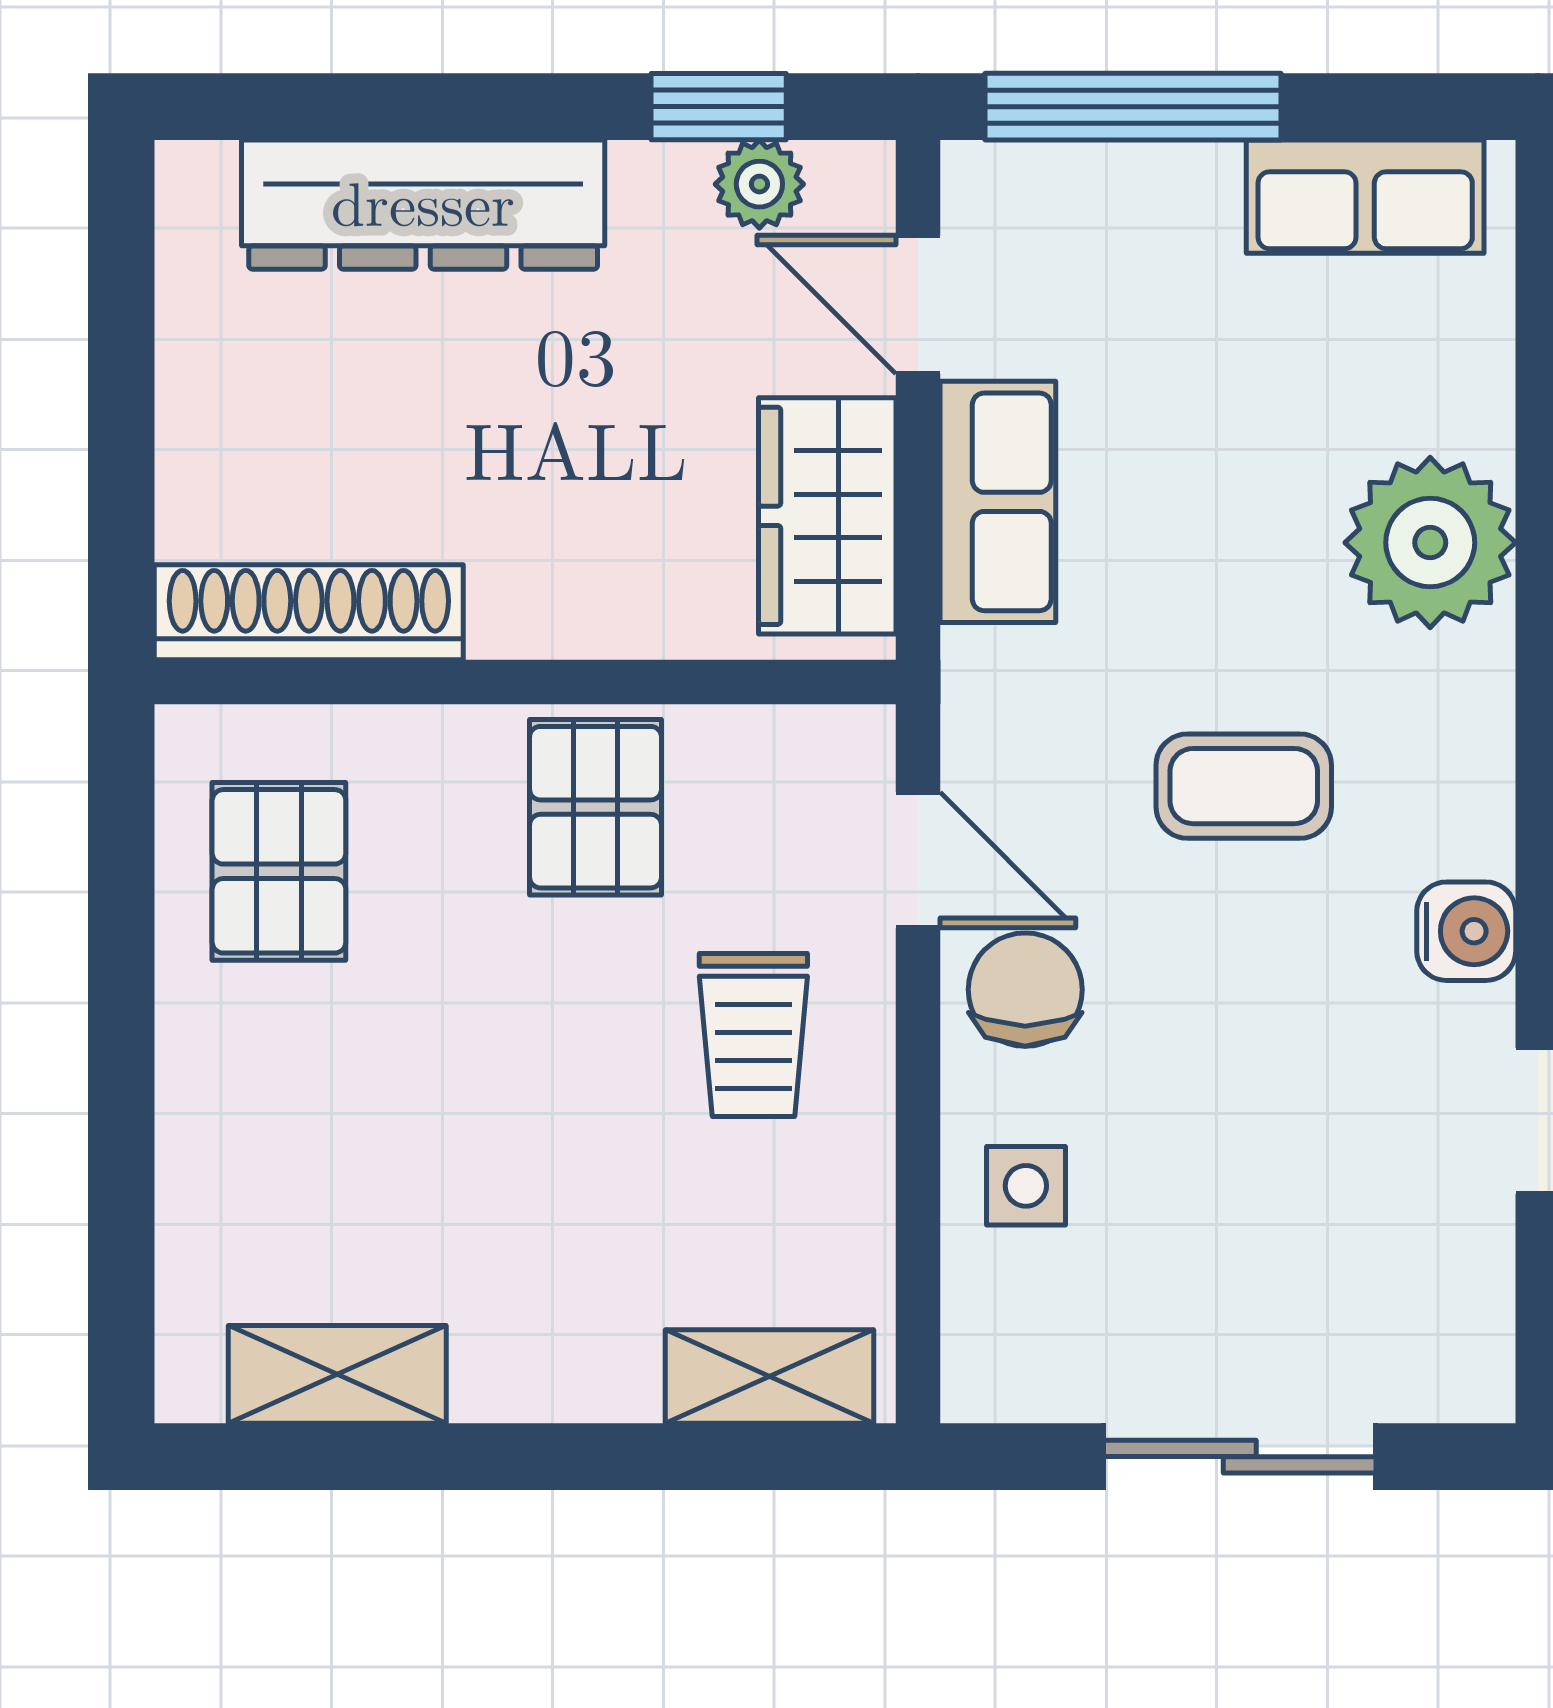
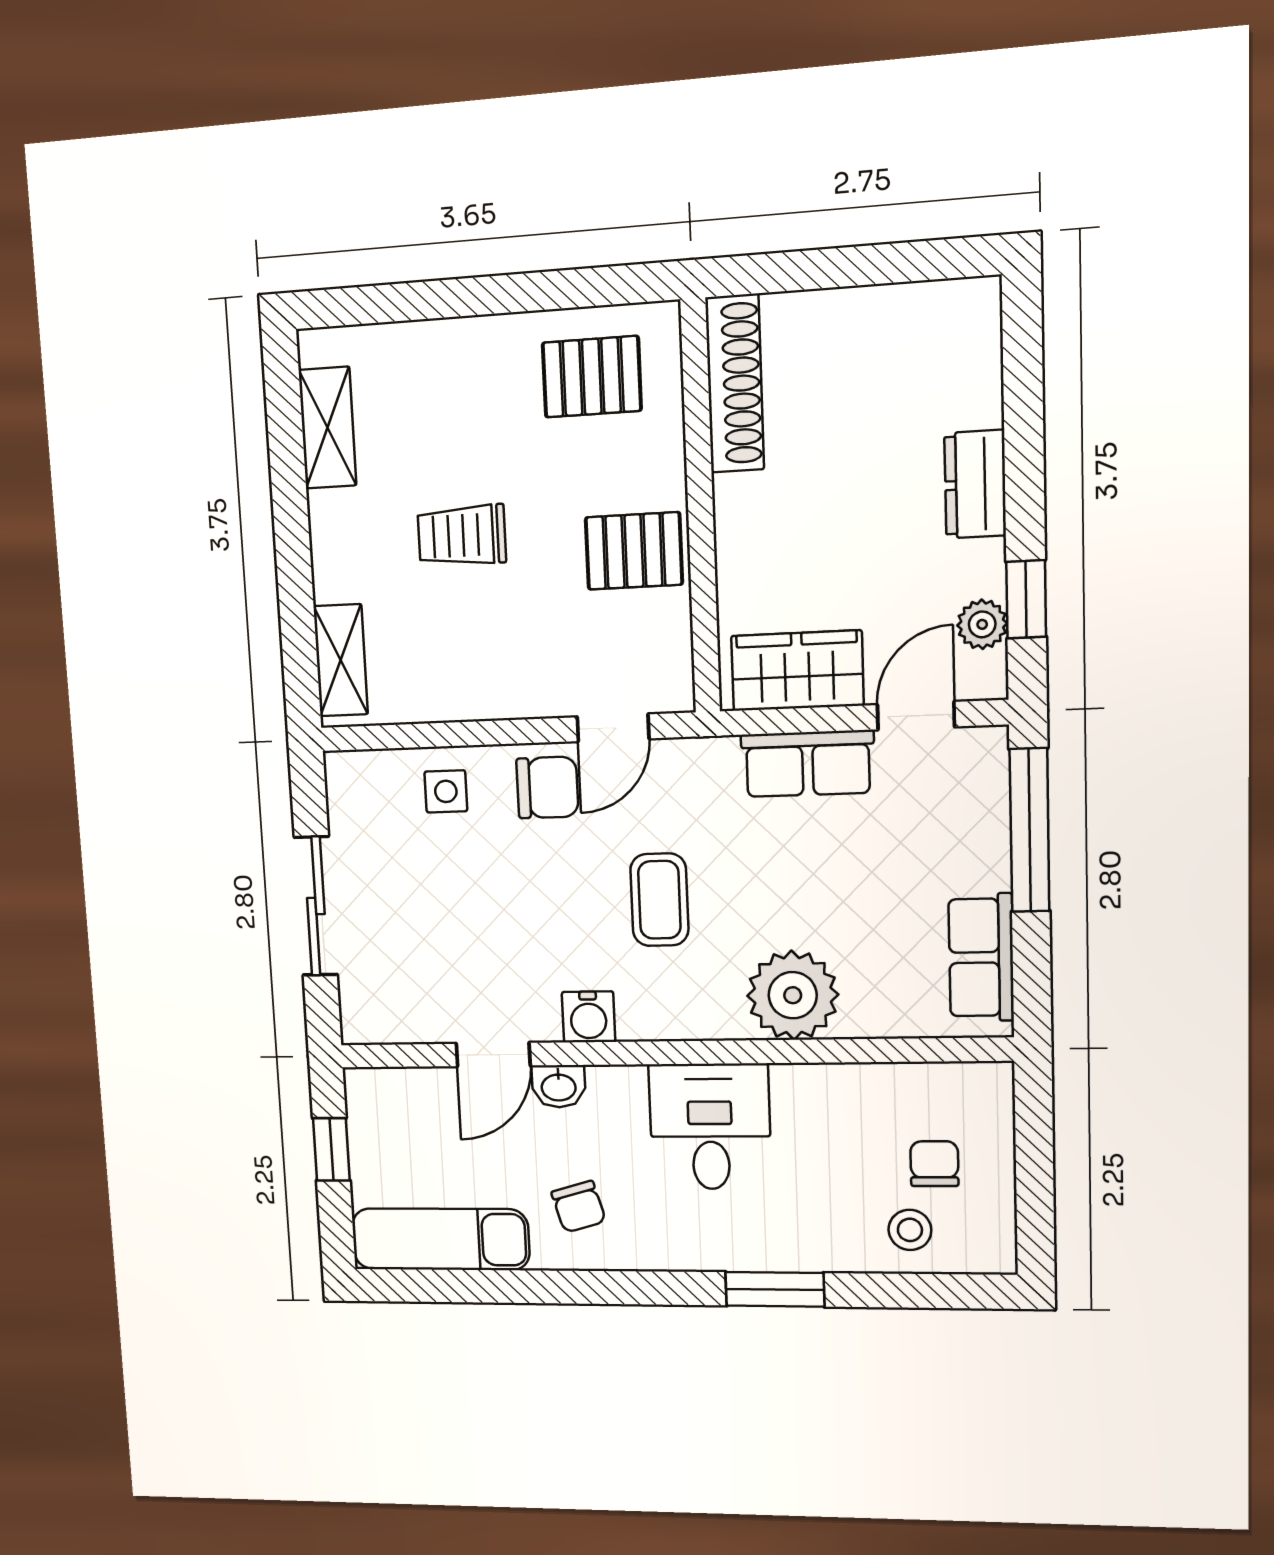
dresser: (423, 205) -> (975, 484), width x0.51, depth x0.80
trolley: (753, 1035) -> (462, 535), moved

